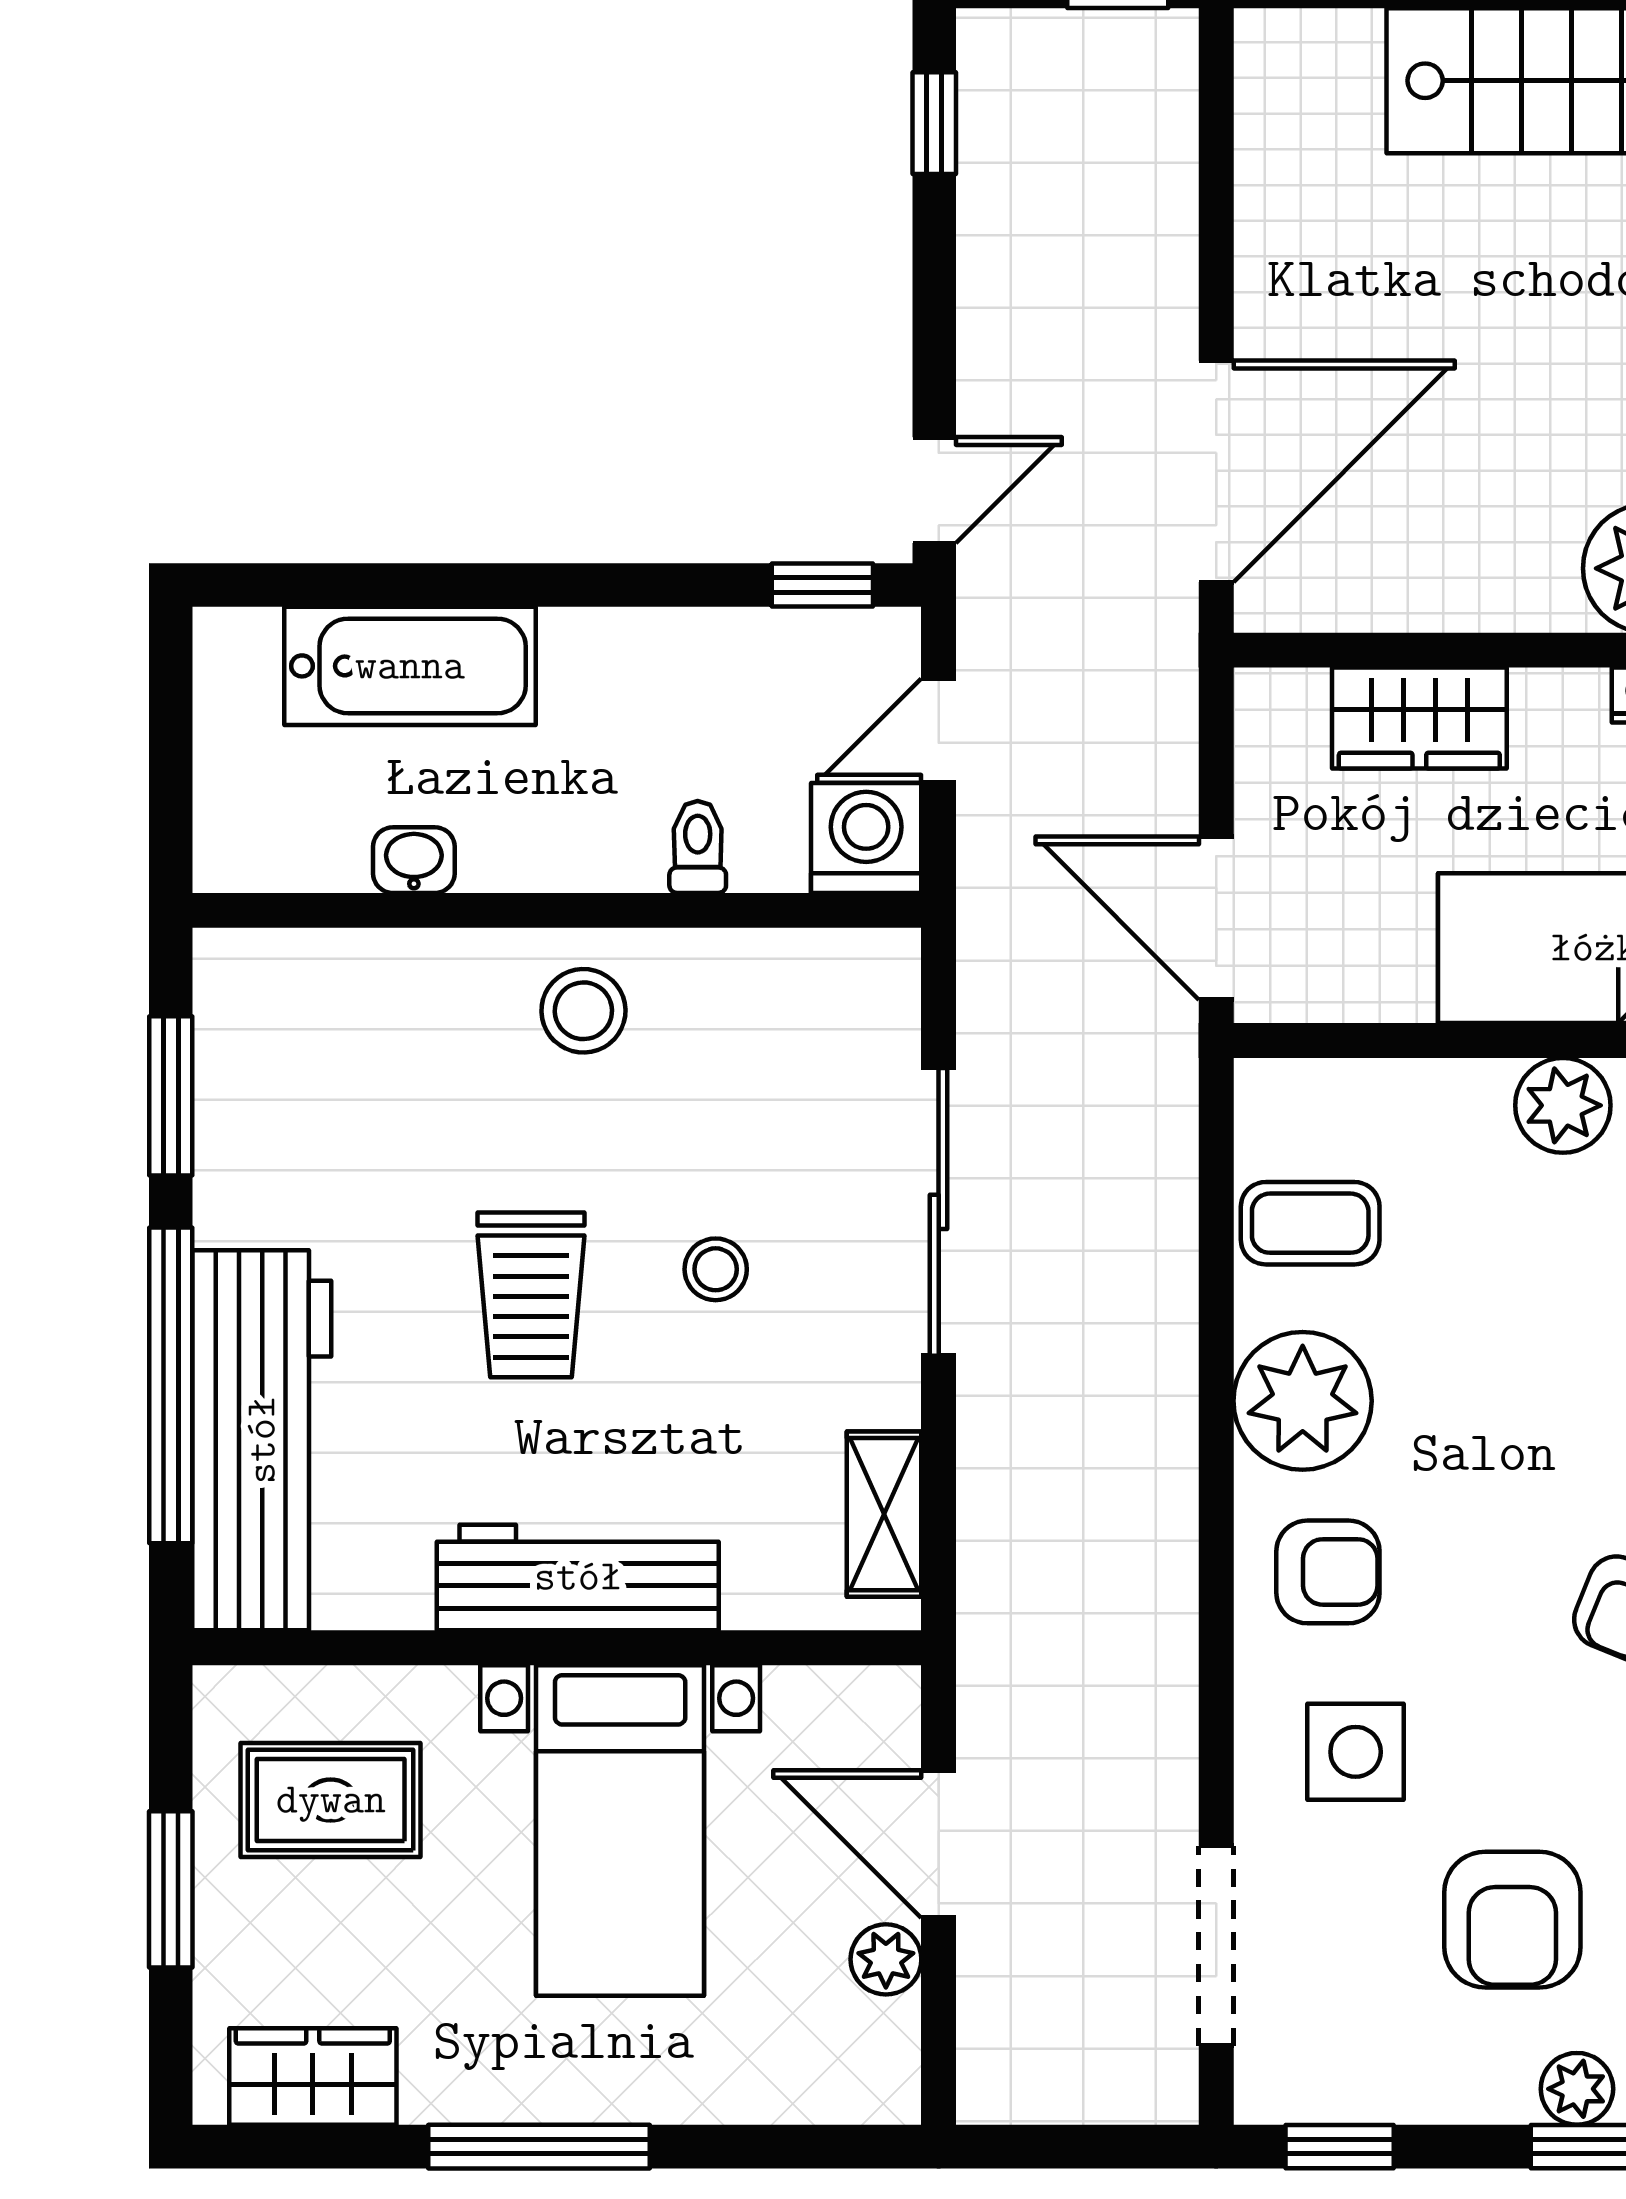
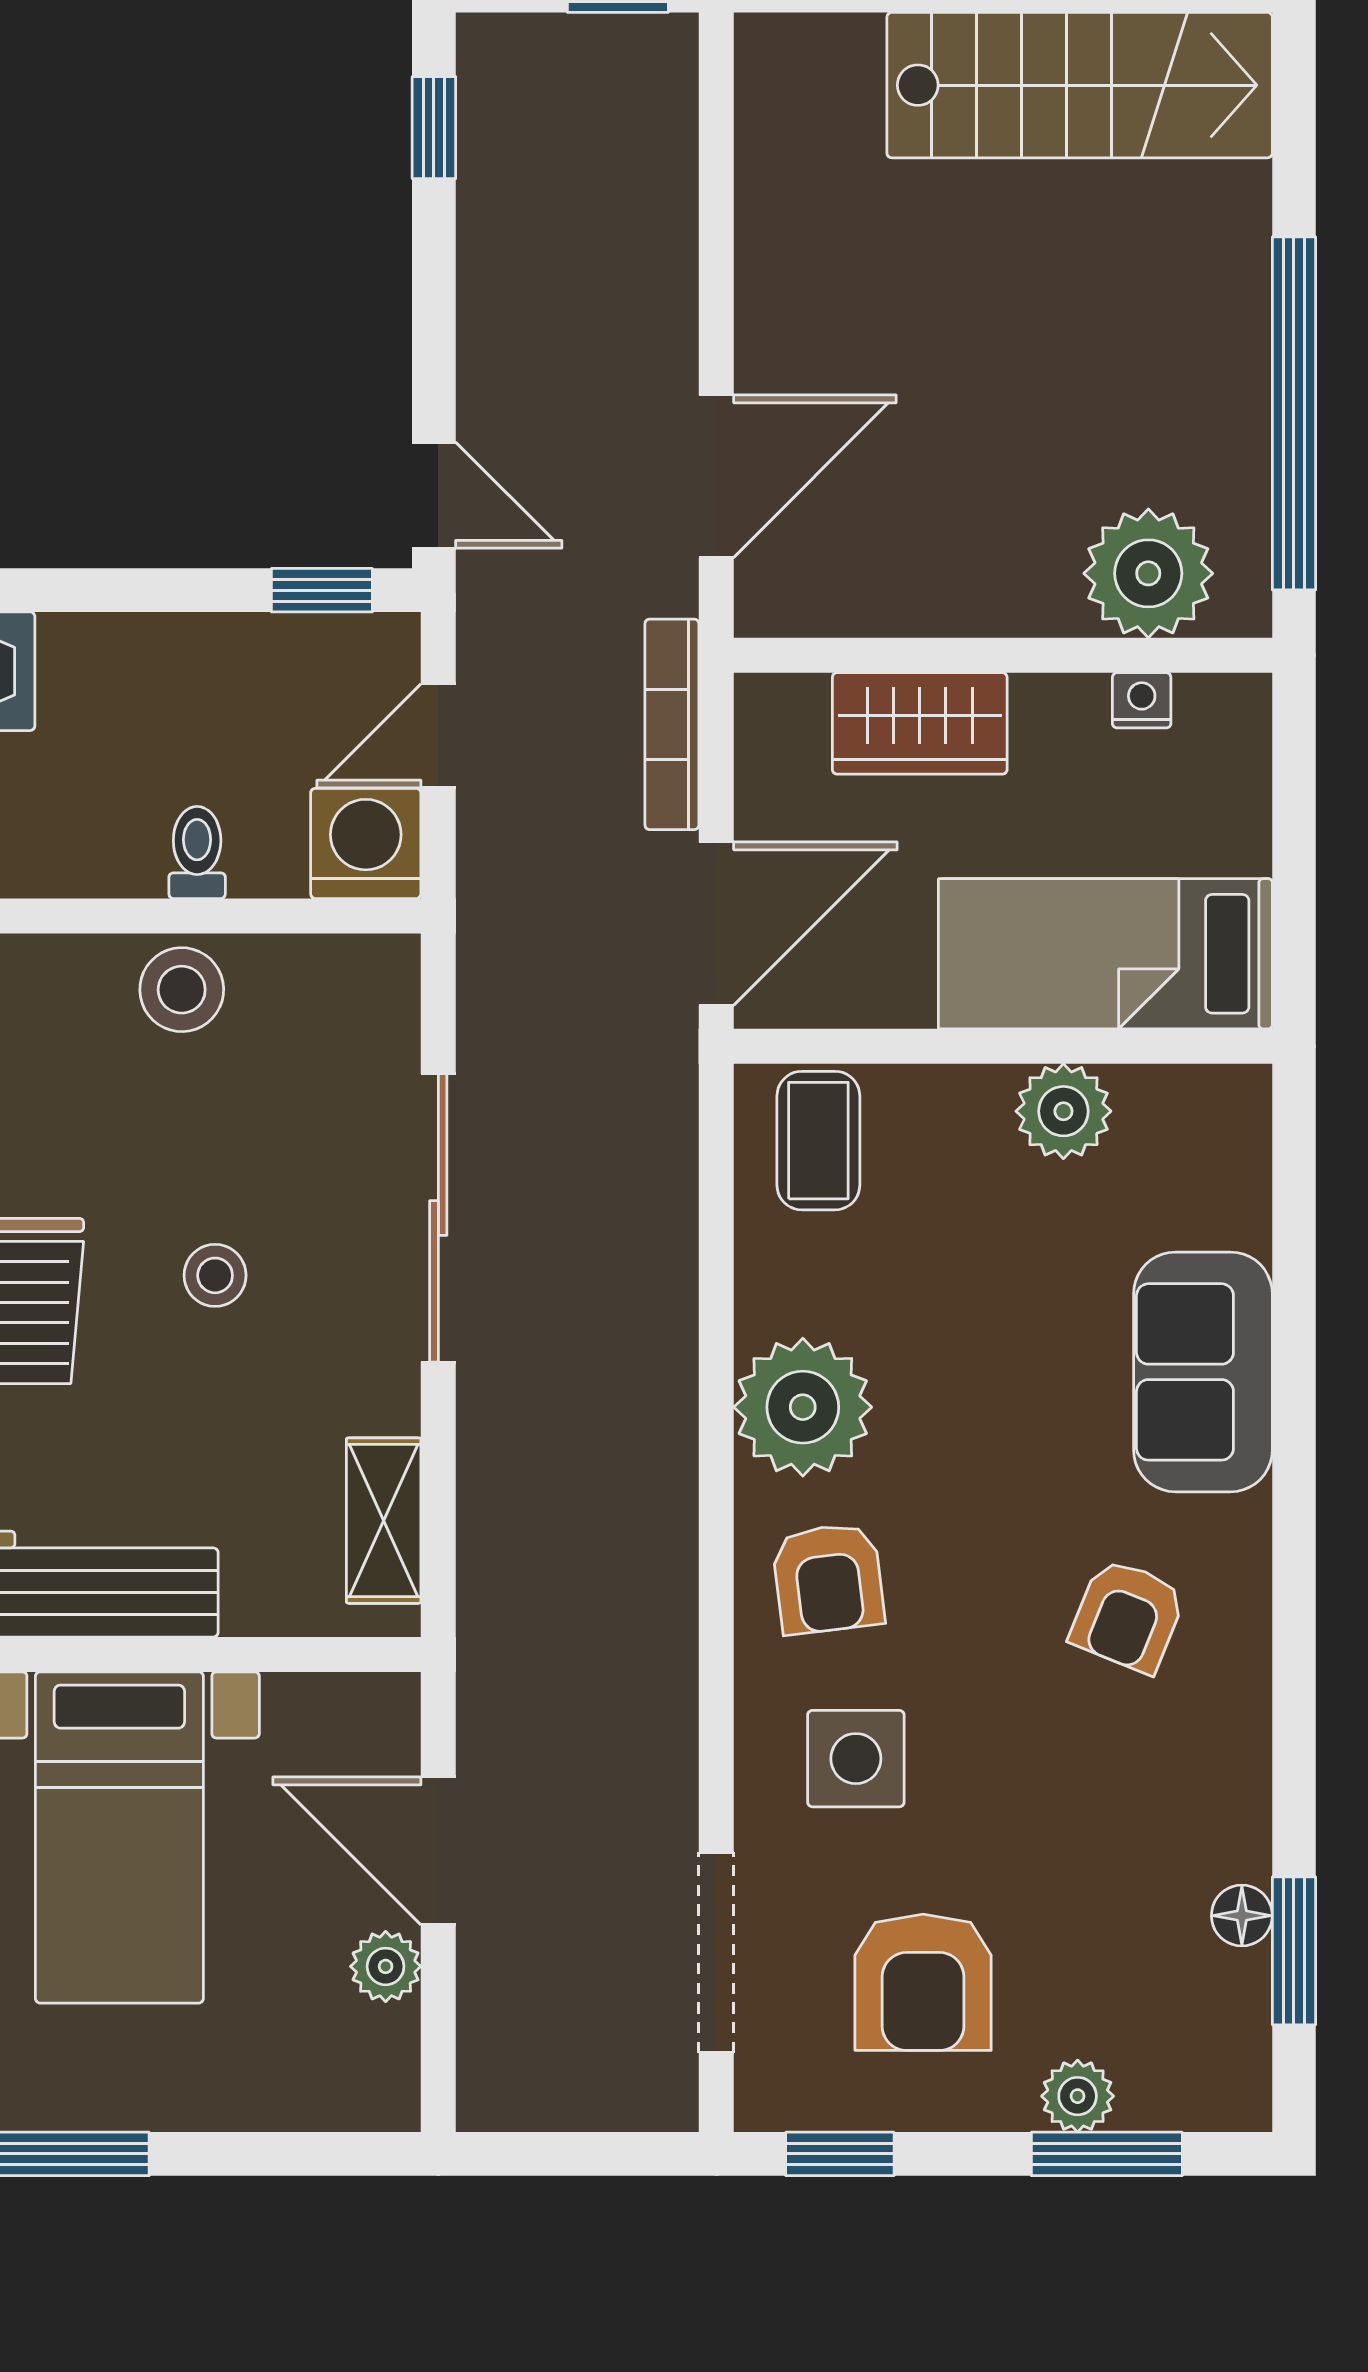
door: (1216, 471) -> (716, 476), width x0.73
door: (934, 490) -> (434, 495), hinge flipped
bookcase: (1172, 719) -> (672, 724), added
door: (1216, 918) -> (716, 924), swing flipped
stool: (583, 1011) -> (182, 990), moved
coffee table: (1310, 1223) -> (818, 1141), moved, turned 90
armchair: (1328, 1572) -> (828, 1578), turned 83
armchair: (1512, 1920) -> (923, 1982), moved

